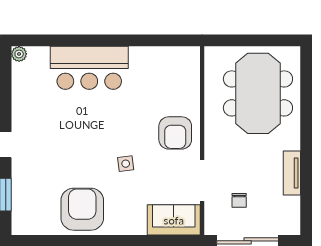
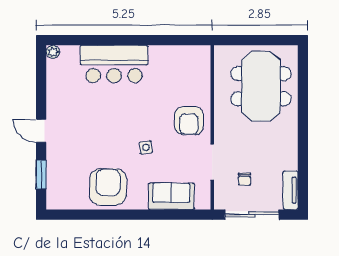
tv unit: (292, 173) -> (290, 190), moved
sofa: (174, 220) -> (171, 196), moved

